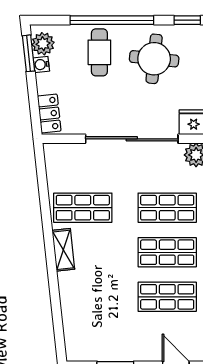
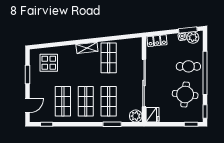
display table: (92, 324) -> (49, 63), added

